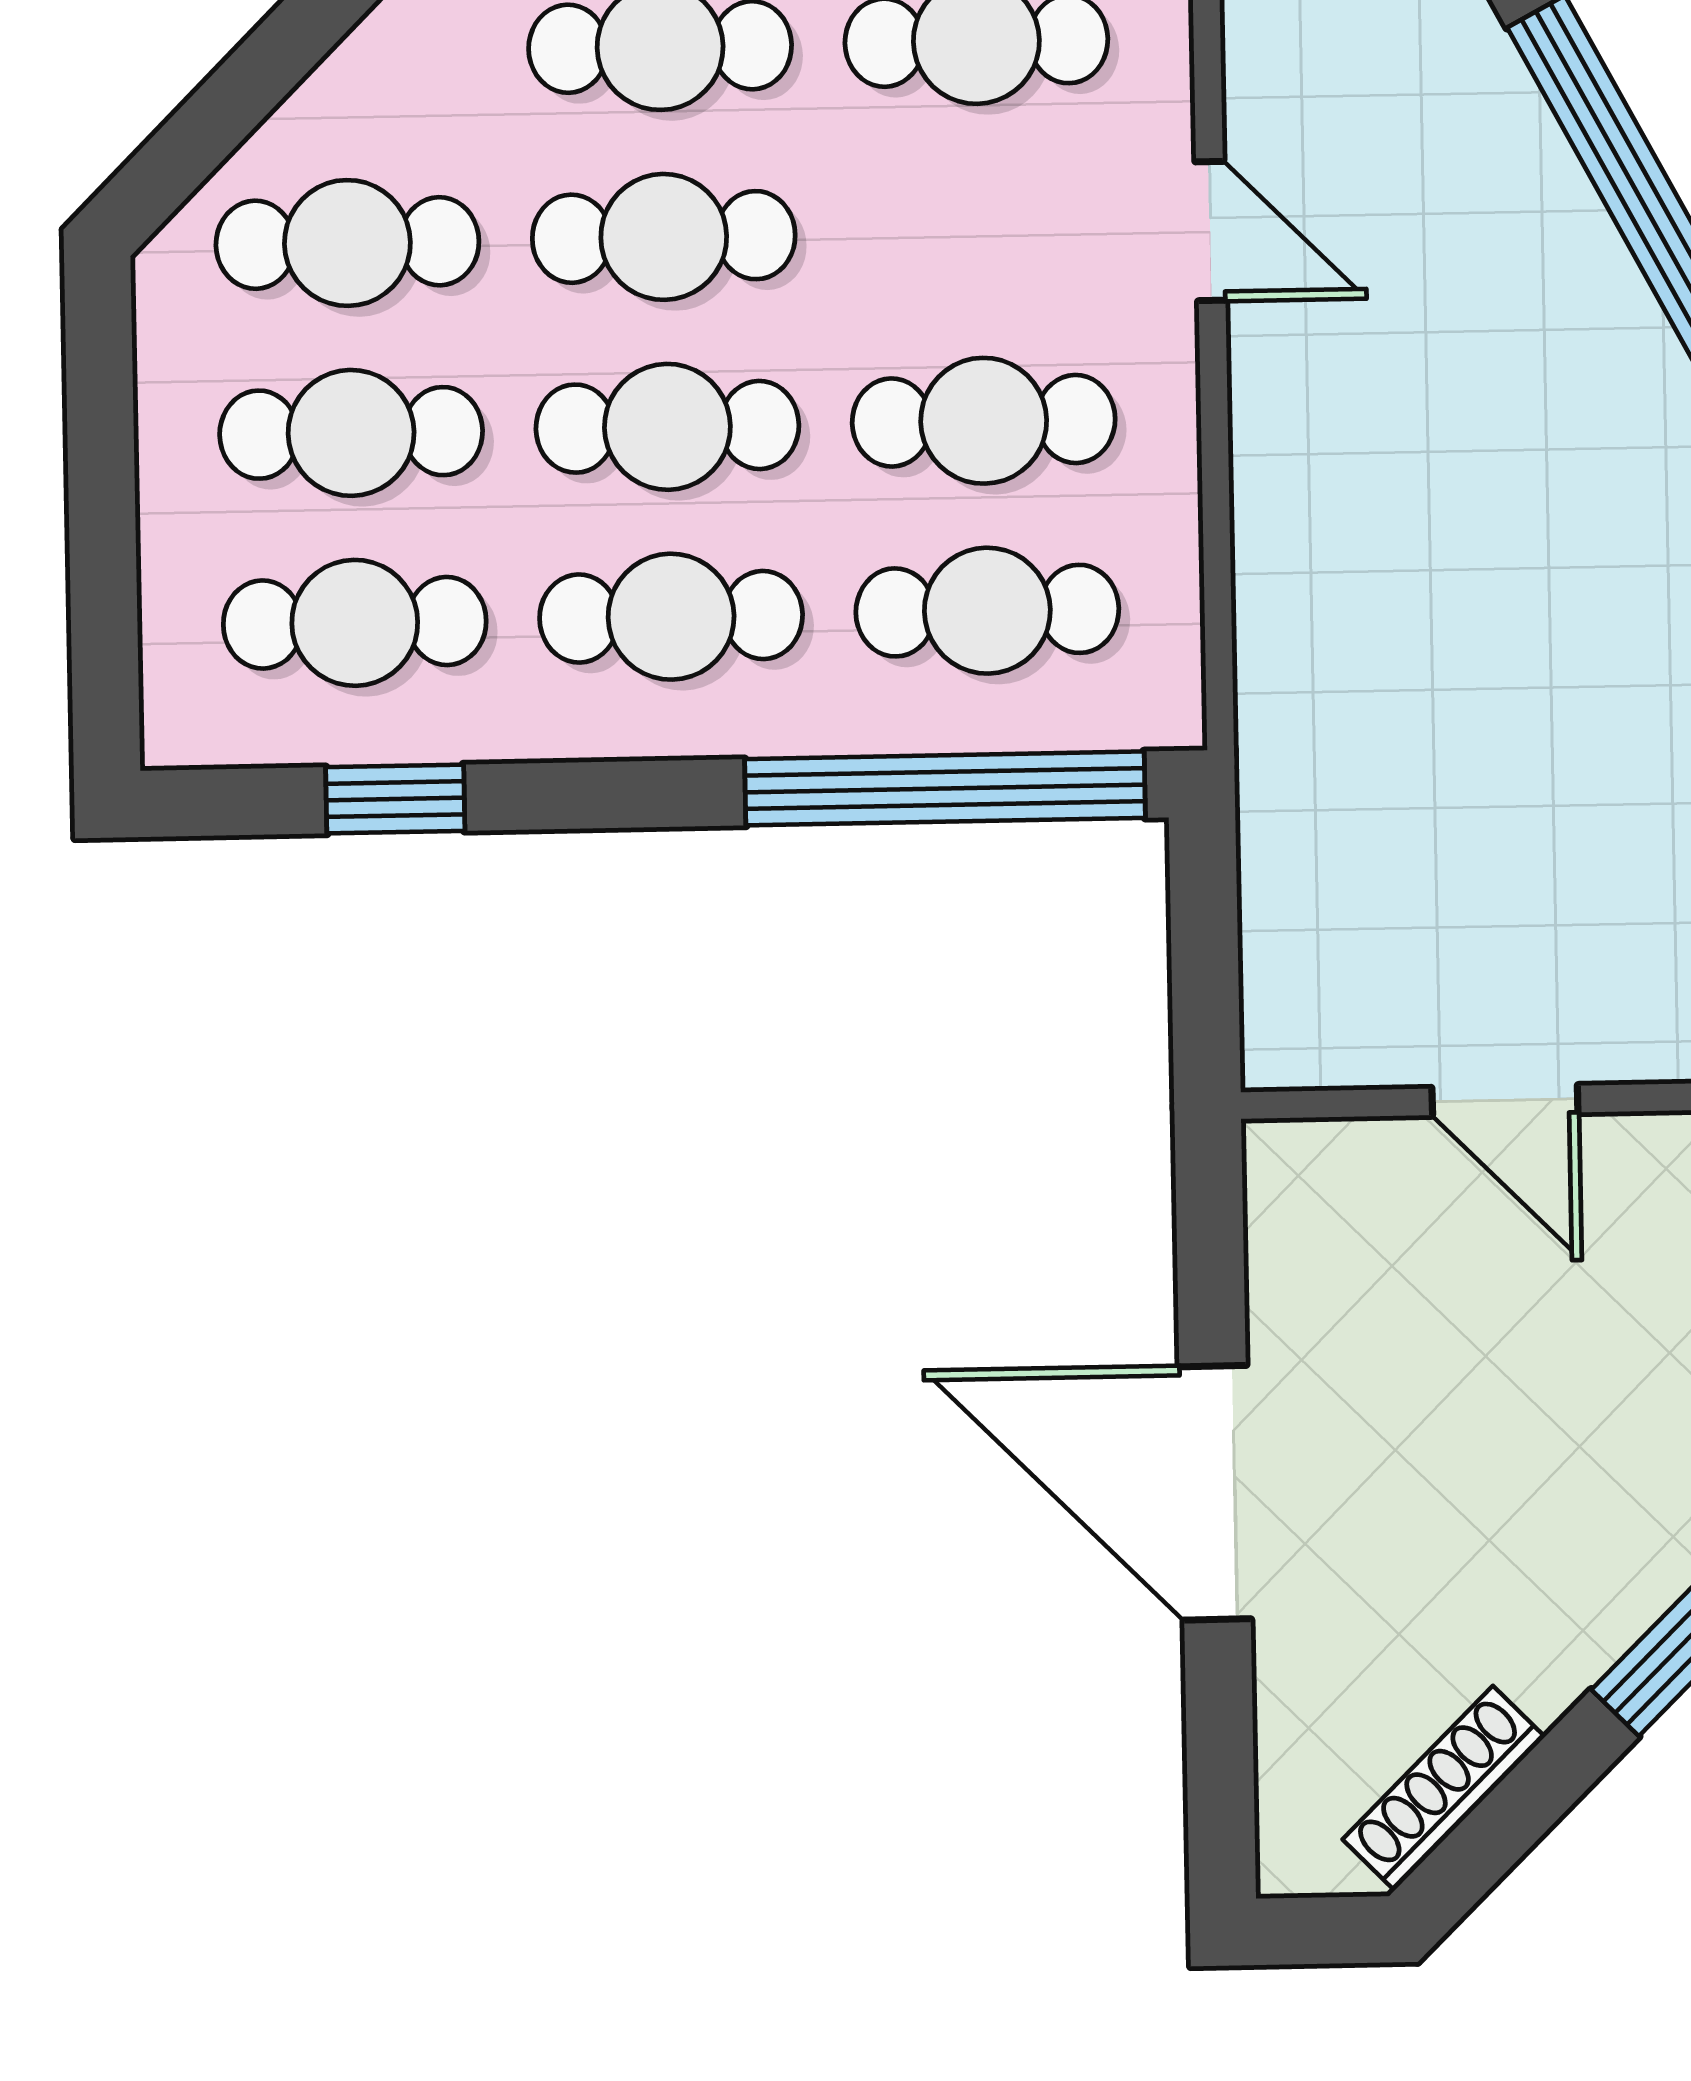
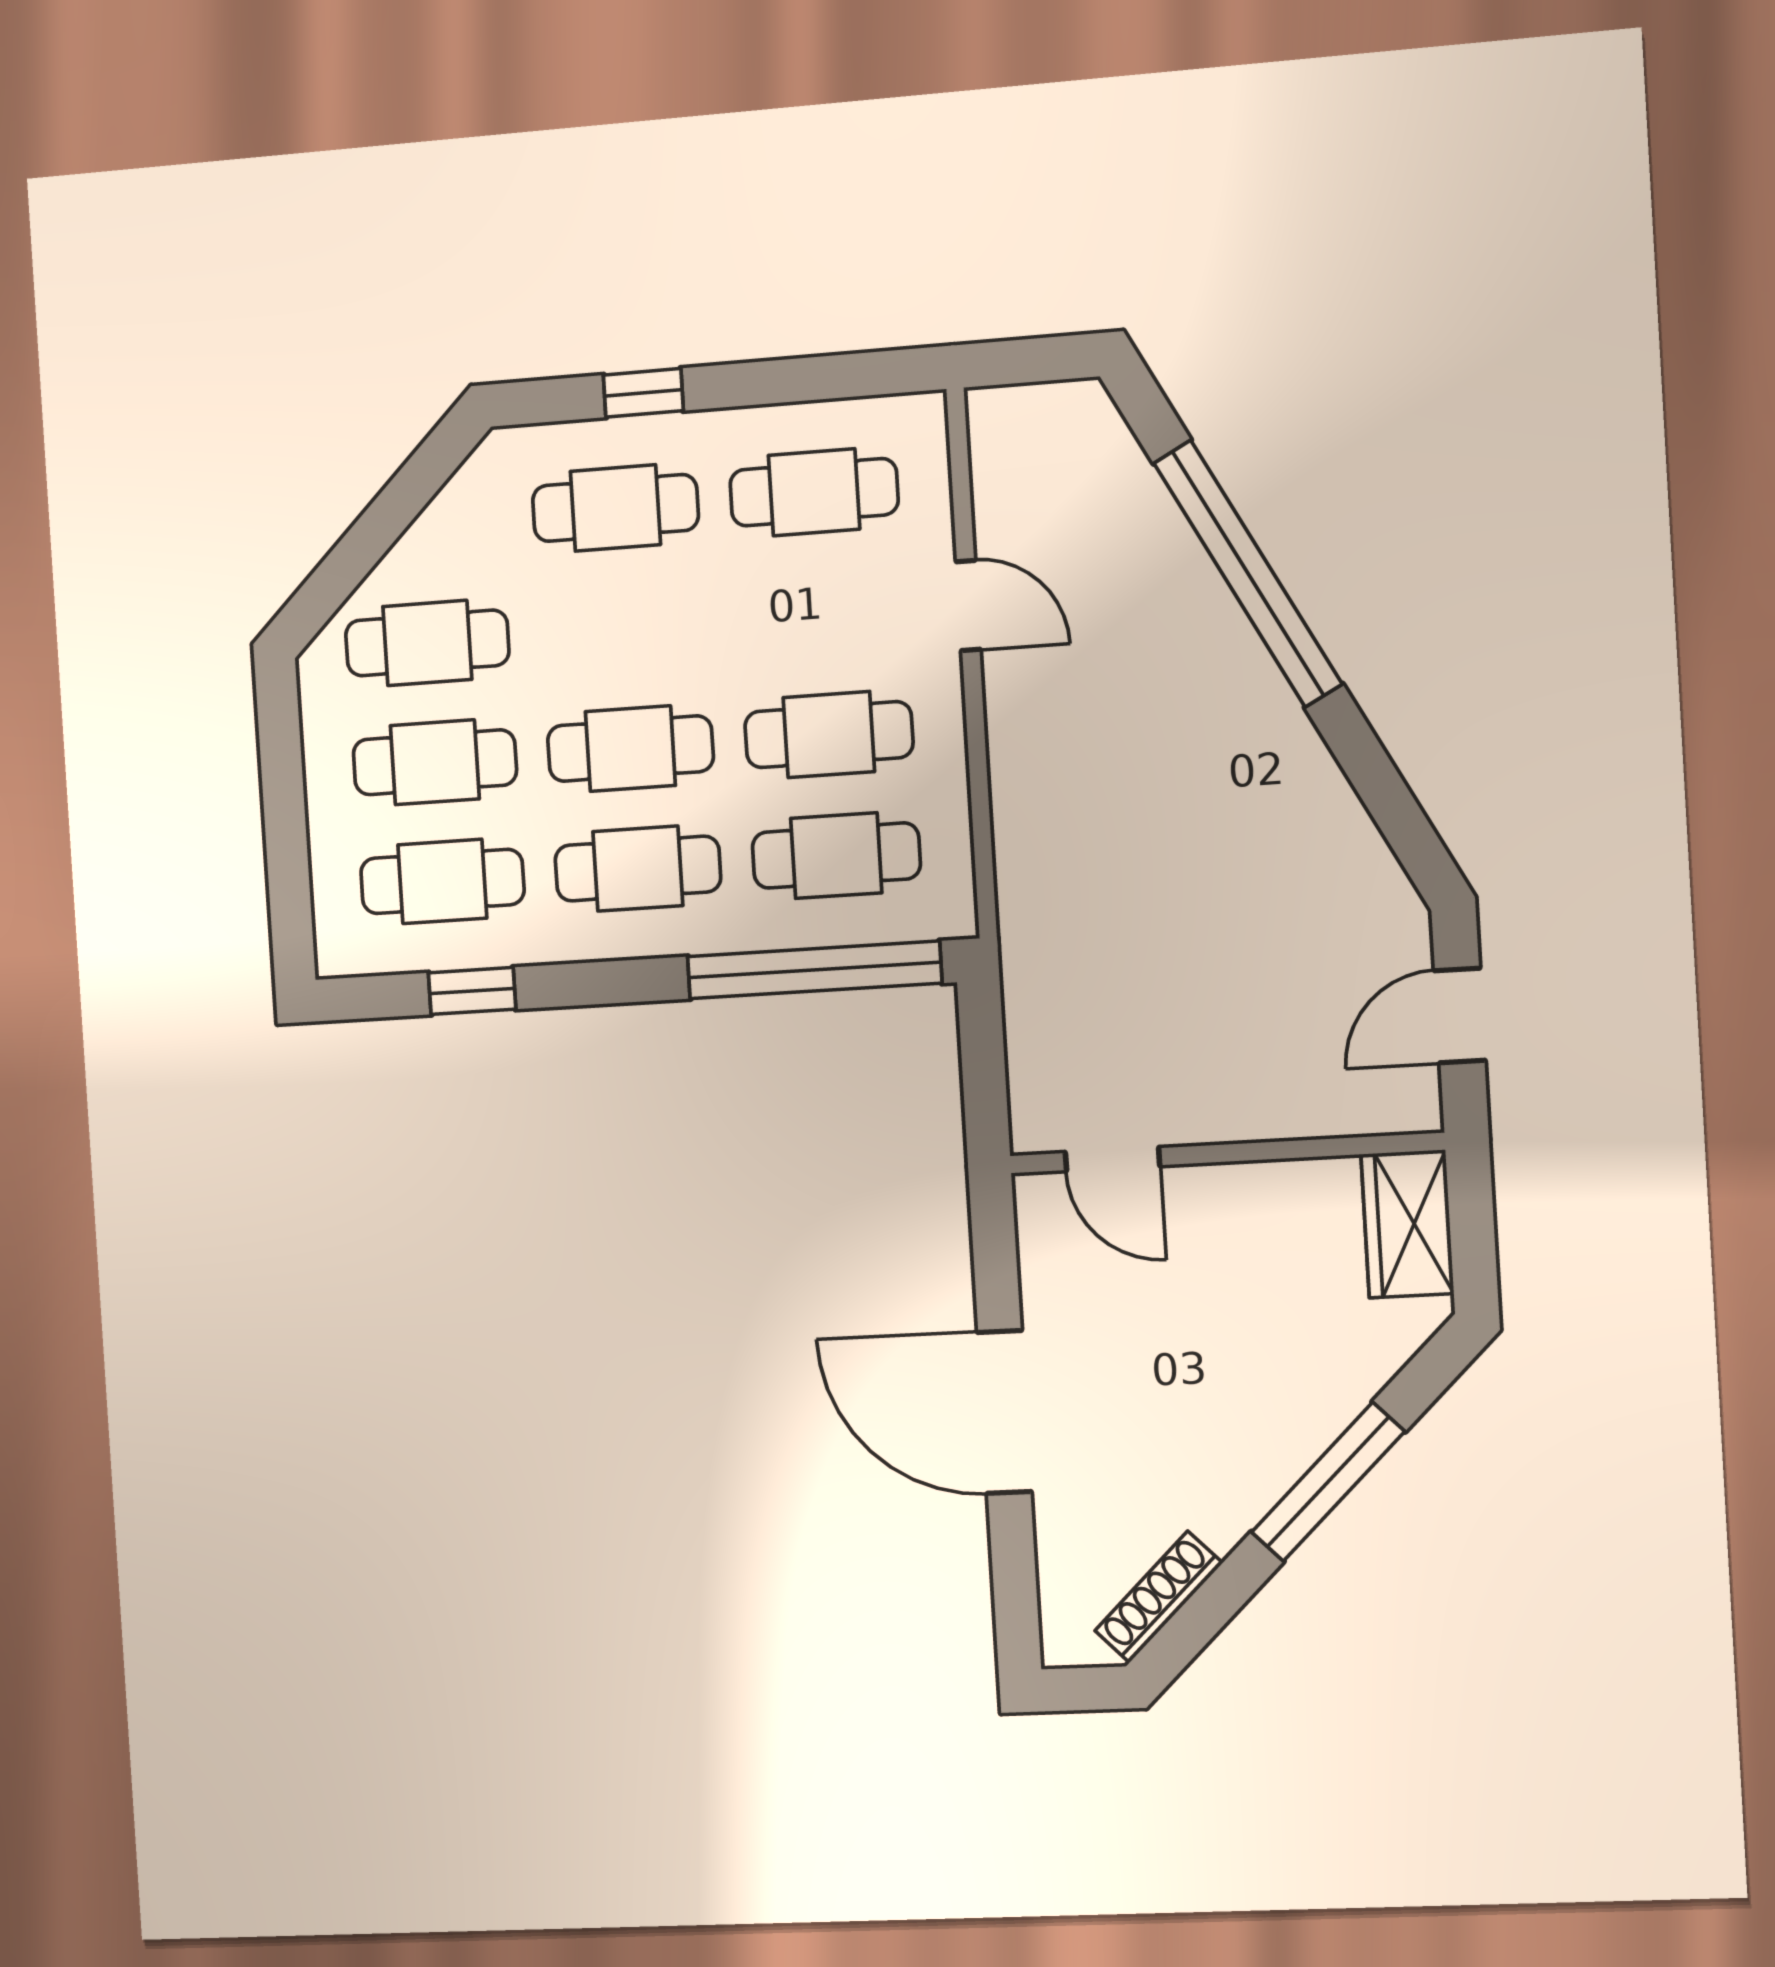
cafe table: (664, 237) -> (623, 628), removed
door: (1505, 1100) -> (1112, 1159), moved

